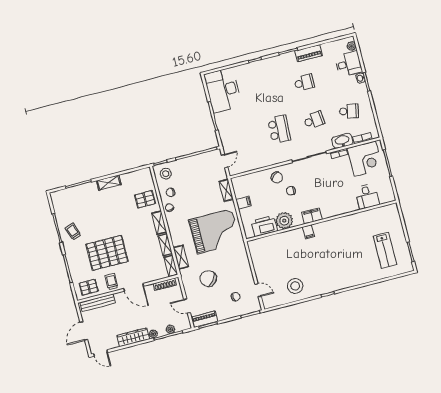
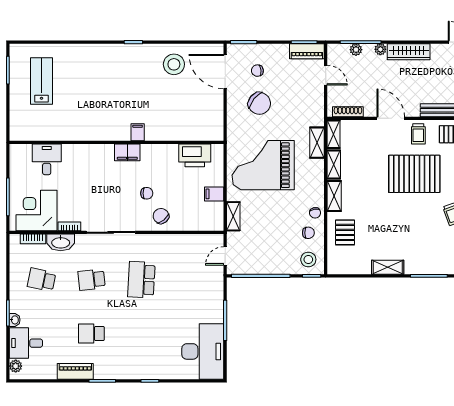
pallet: (145, 199) -> (345, 232), turned 90
plant: (284, 221) -> (166, 156), removed
chair: (208, 279) -> (259, 103), moved
door: (258, 290) -> (225, 72), width x1.88

